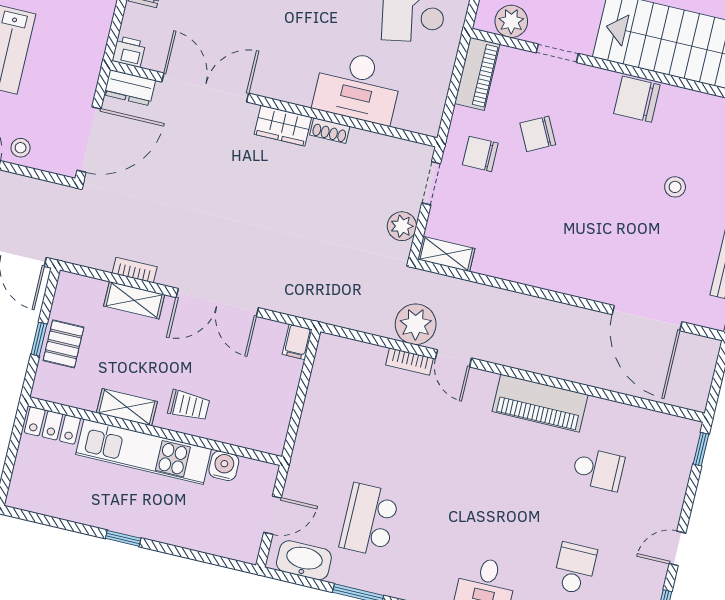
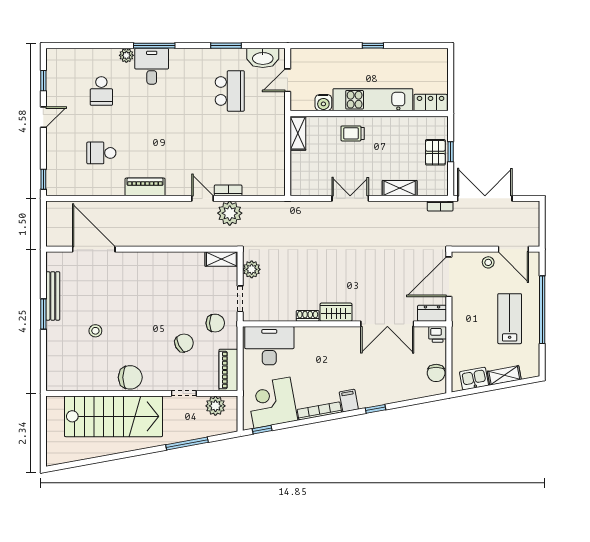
desk: (358, 87) -> (269, 346), moved
bookcase: (135, 270) -> (440, 206), moved
double door: (217, 303) -> (350, 198), width x0.73
filing cabinet: (297, 342) -> (297, 186), removed
piano: (540, 403) -> (145, 187), width x0.73, depth x0.75
shelving: (127, 407) -> (298, 133), moved, turned 90

